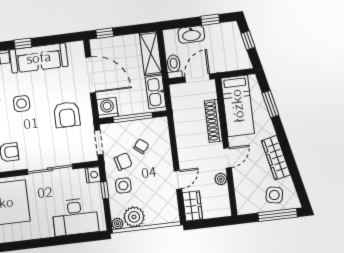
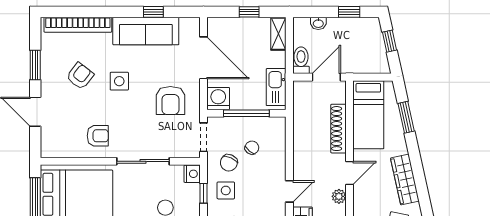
window: (105, 33) -> (249, 12), moved
washbasin: (191, 34) -> (318, 23), width x0.52, depth x0.69
window: (23, 44) -> (153, 12), moved
shelving: (151, 53) -> (278, 34), width x0.67, depth x0.75
chair: (123, 162) -> (229, 163), turned 129

